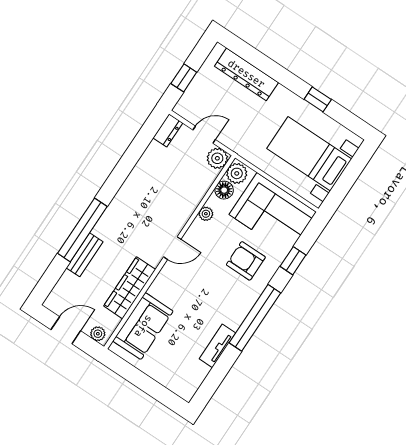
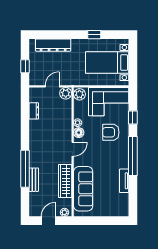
dresser: (168, 130) -> (34, 111), moved
floor lamp: (224, 190) -> (79, 133), moved
sofa: (143, 326) -> (83, 189), width x1.36

